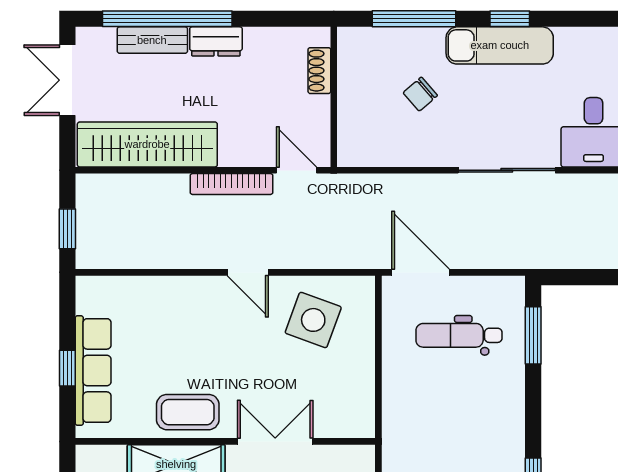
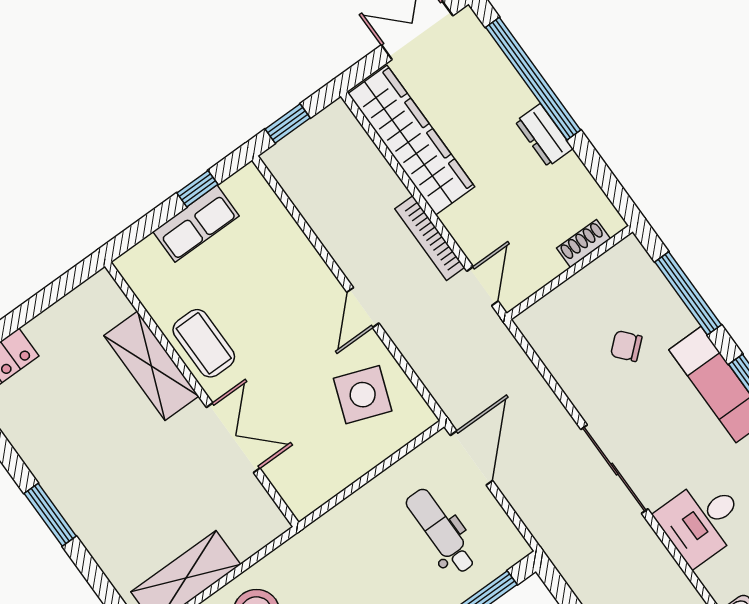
bench: (152, 40) -> (505, 79), removed
window: (67, 368) -> (197, 189), moved
row of seats: (93, 371) -> (196, 224), width x0.68

